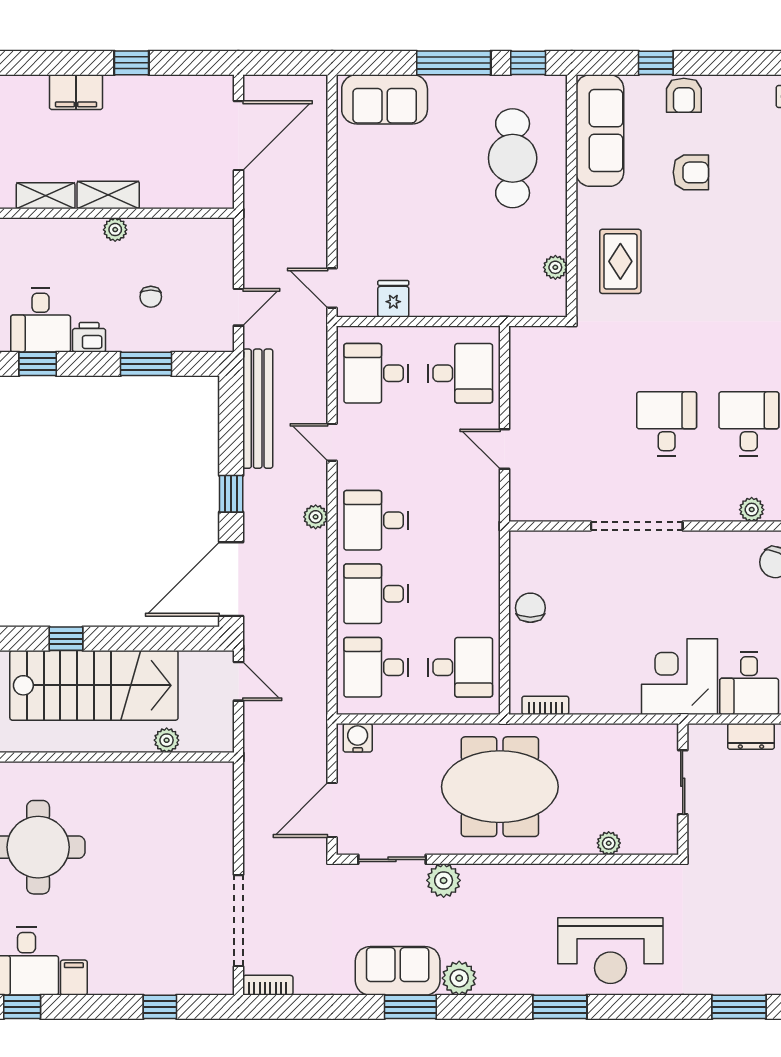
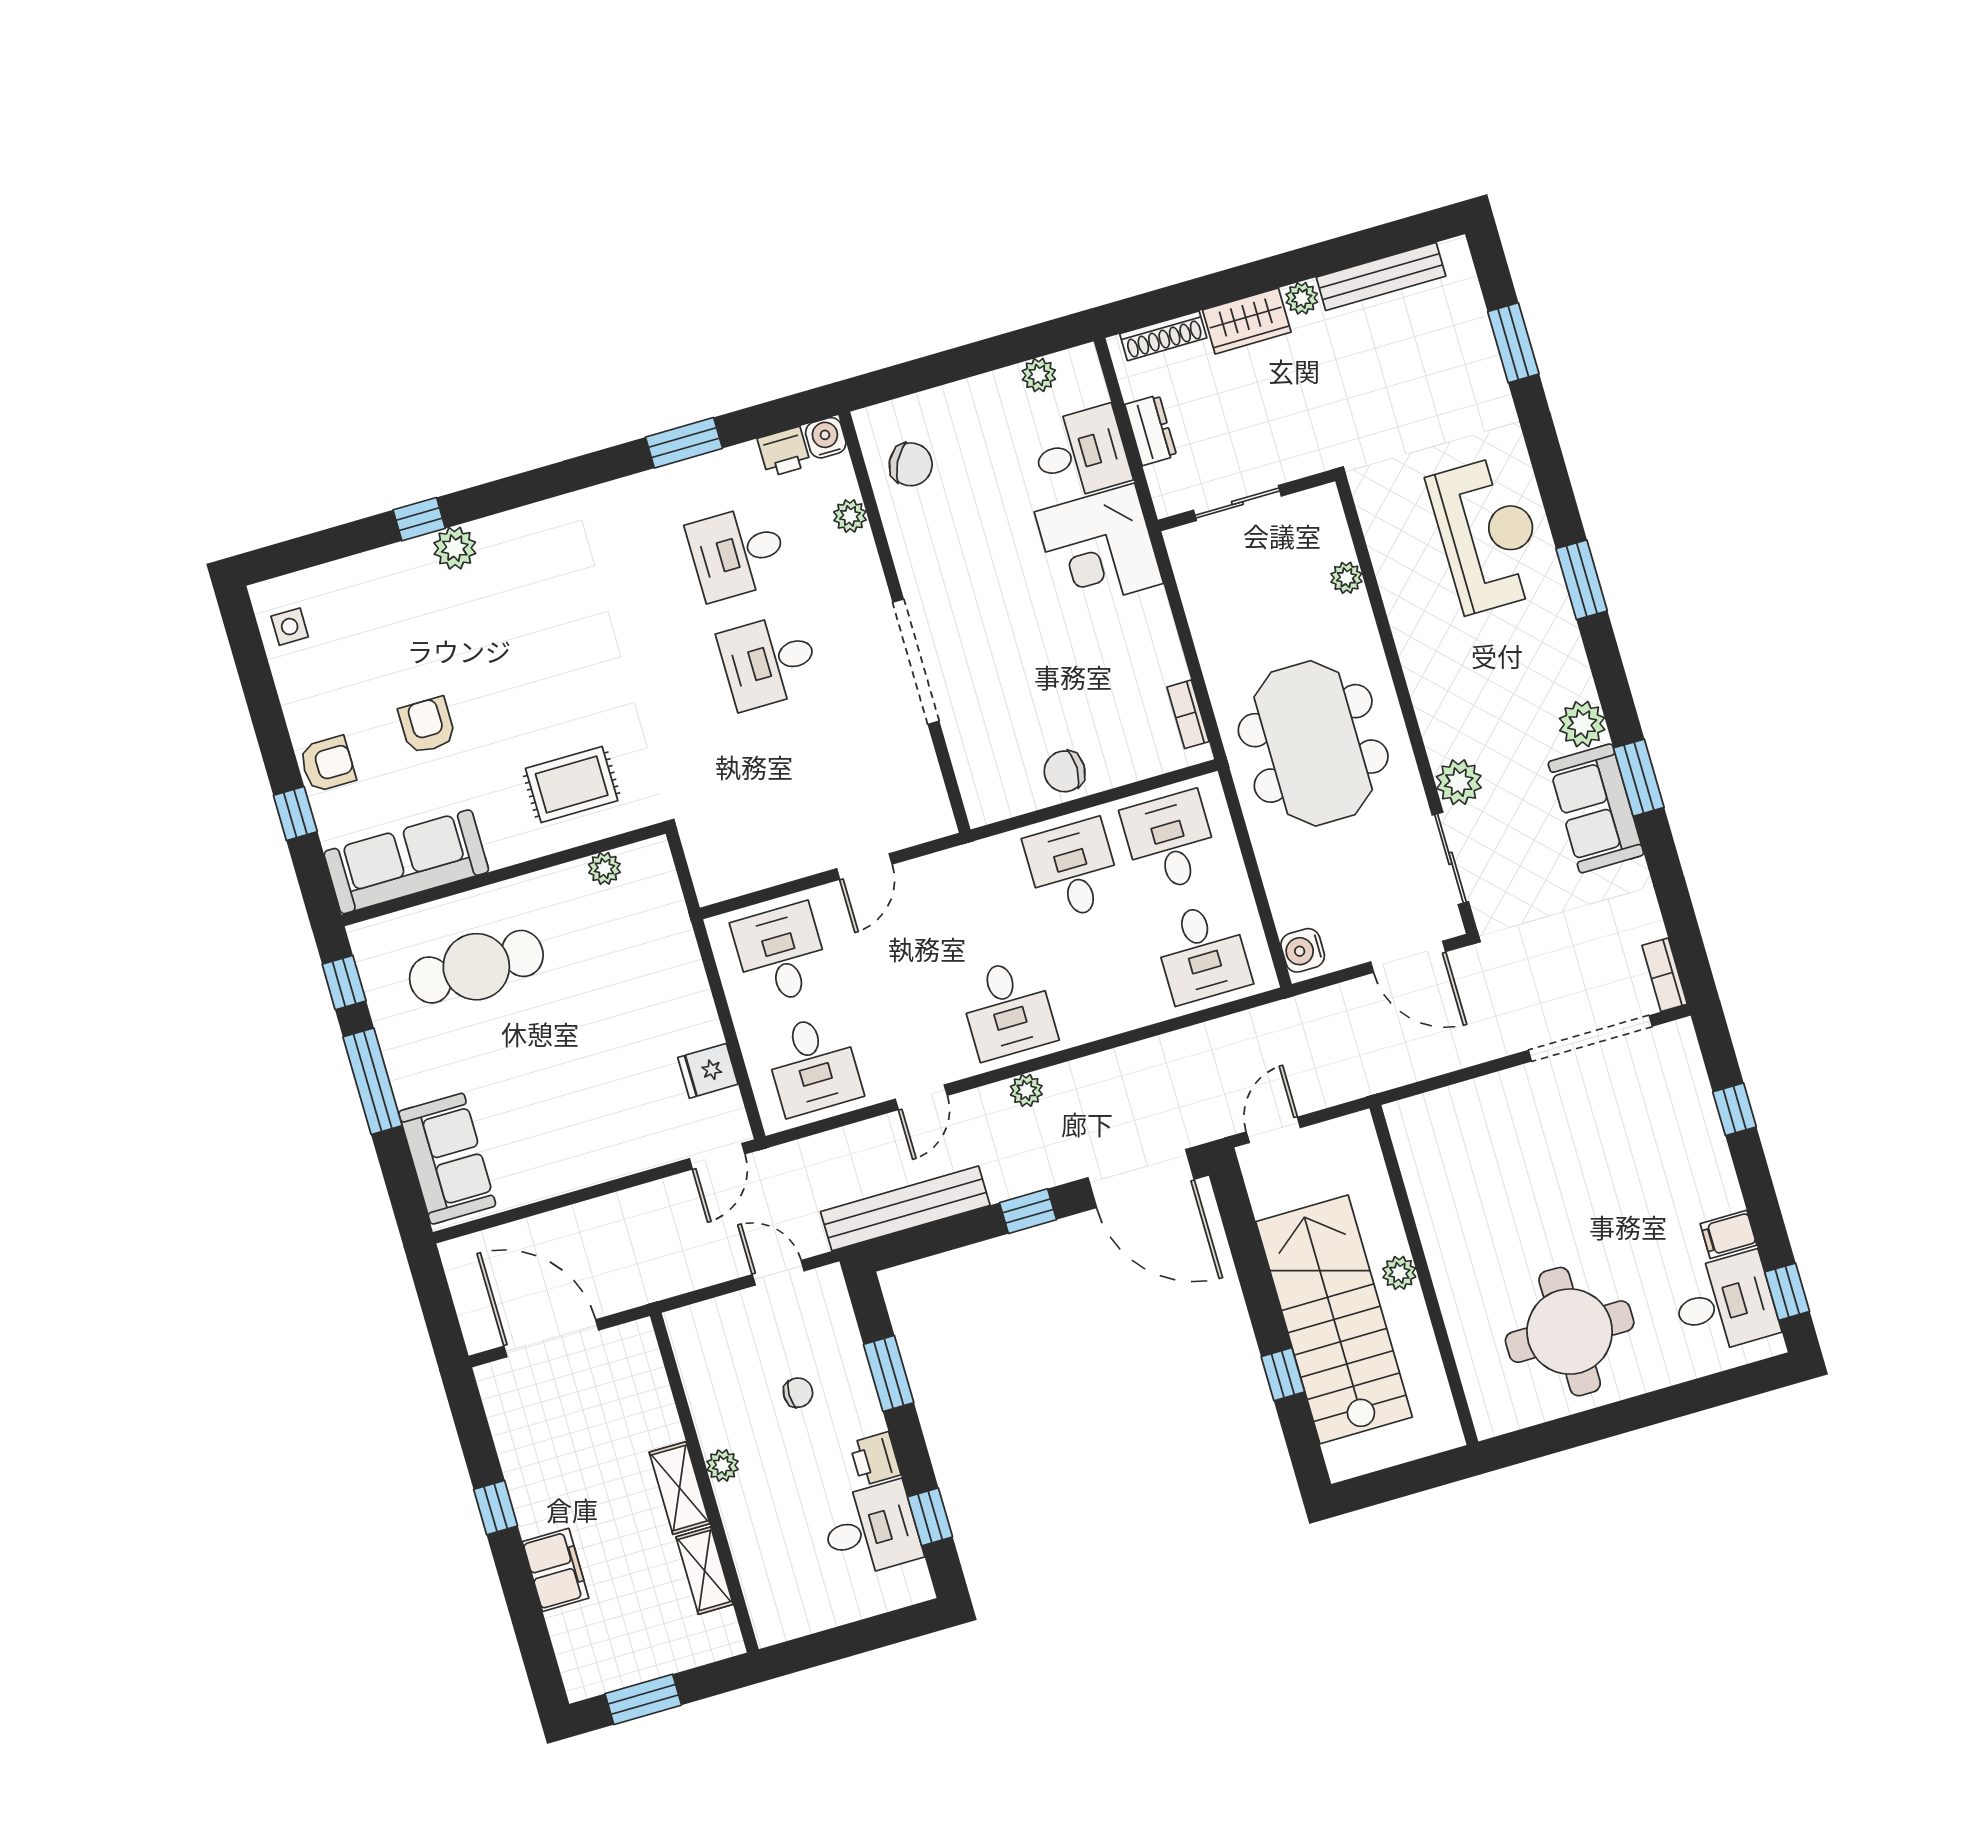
desk: (376, 594) -> (1073, 870), moved, turned 180
plant: (167, 740) -> (1399, 1273), moved

